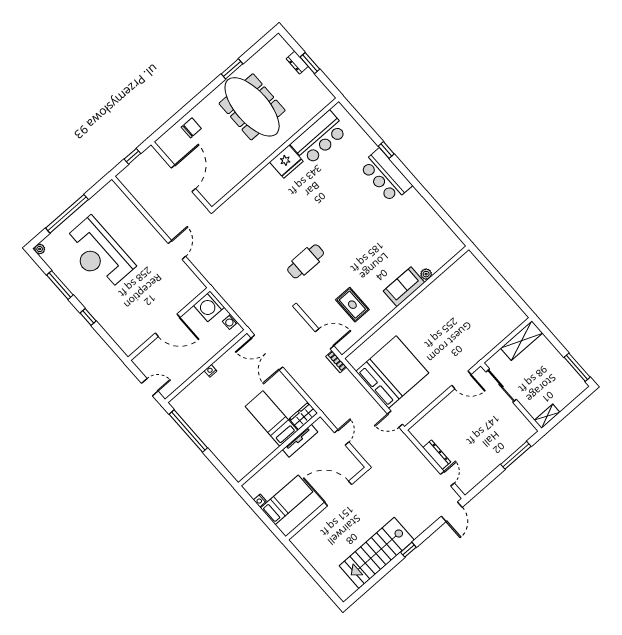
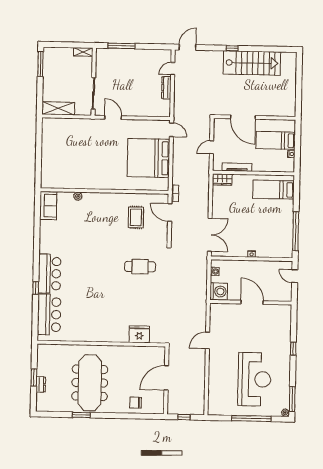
bar counter: (319, 138) -> (49, 315), moved, turned 90
fridge: (286, 162) -> (139, 334), moved
window: (60, 285) -> (292, 399), moved
sofa: (404, 287) -> (48, 206), moved, turned -90
bed: (271, 419) -> (274, 190), moved, turned 90

